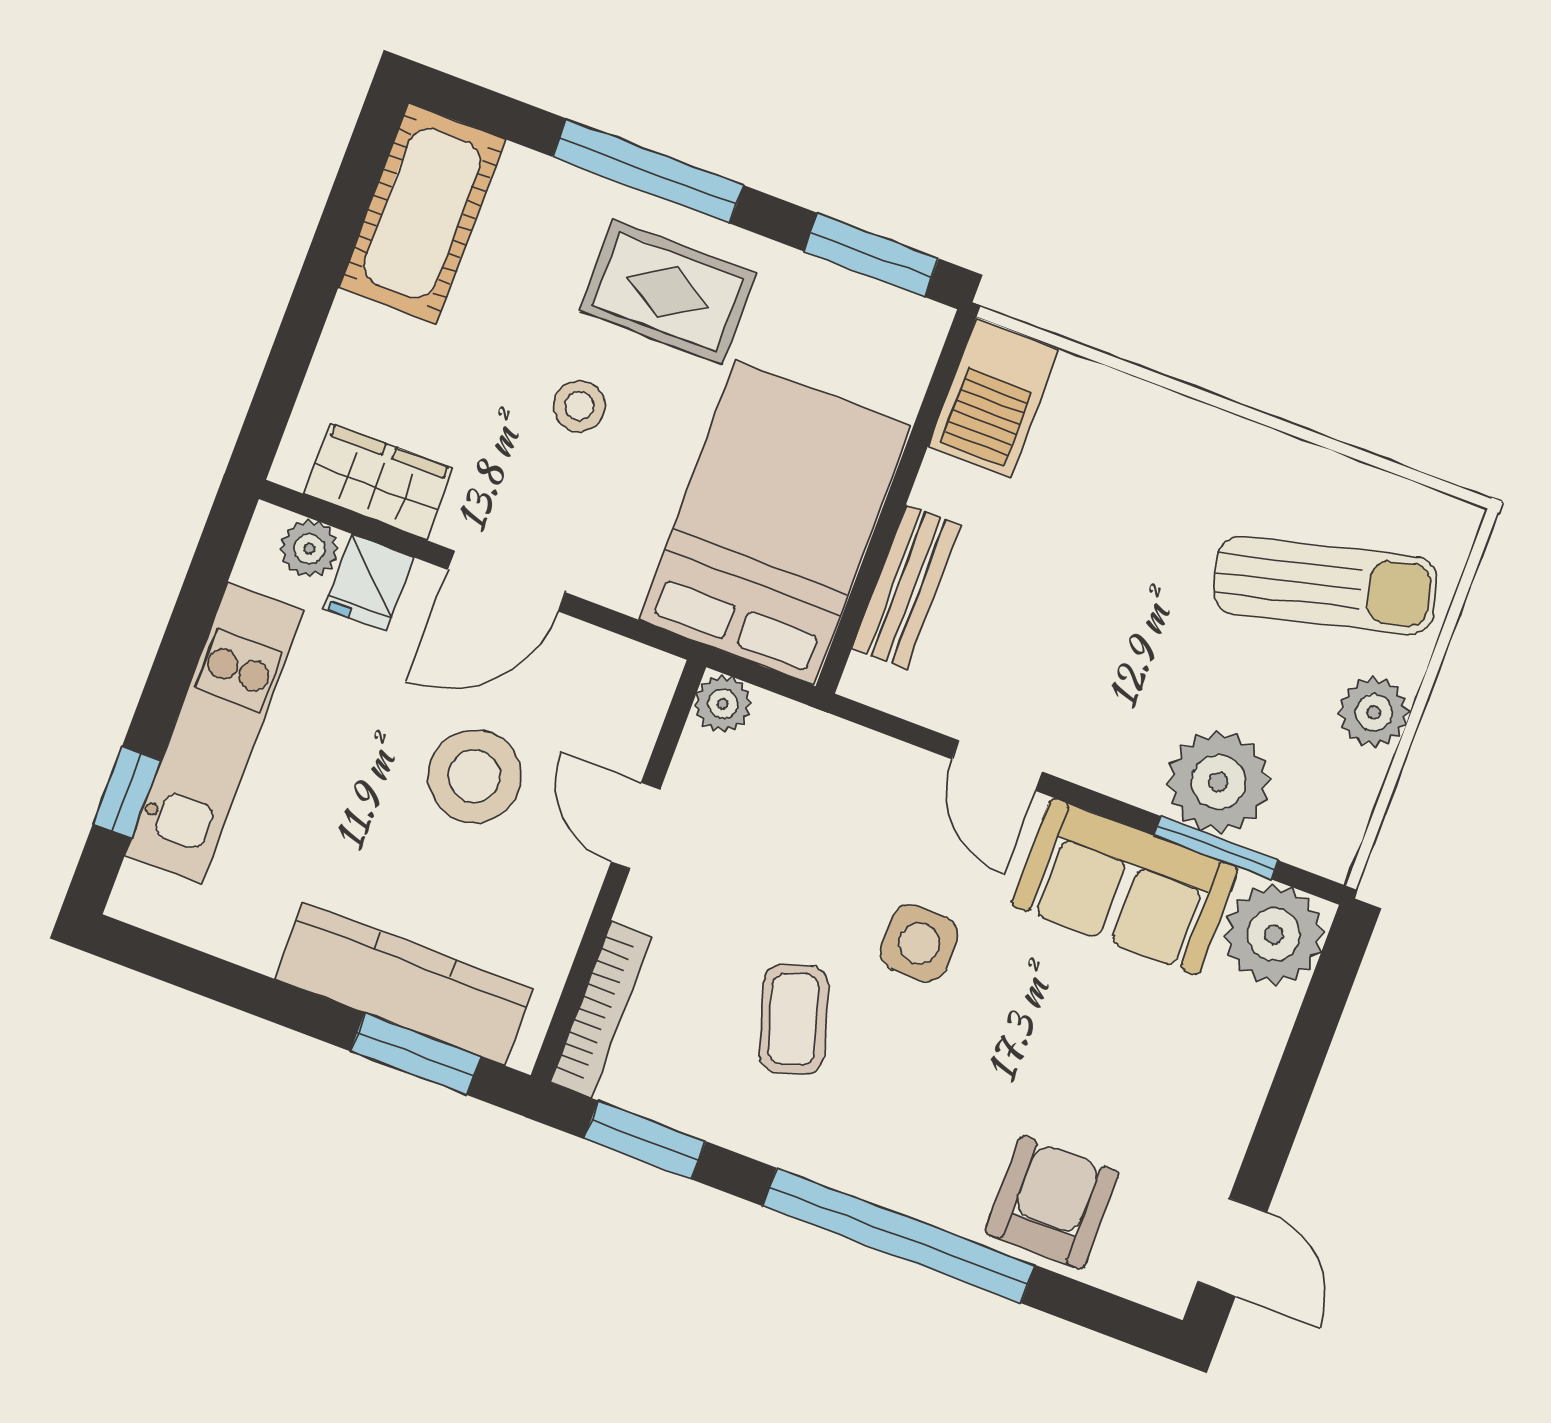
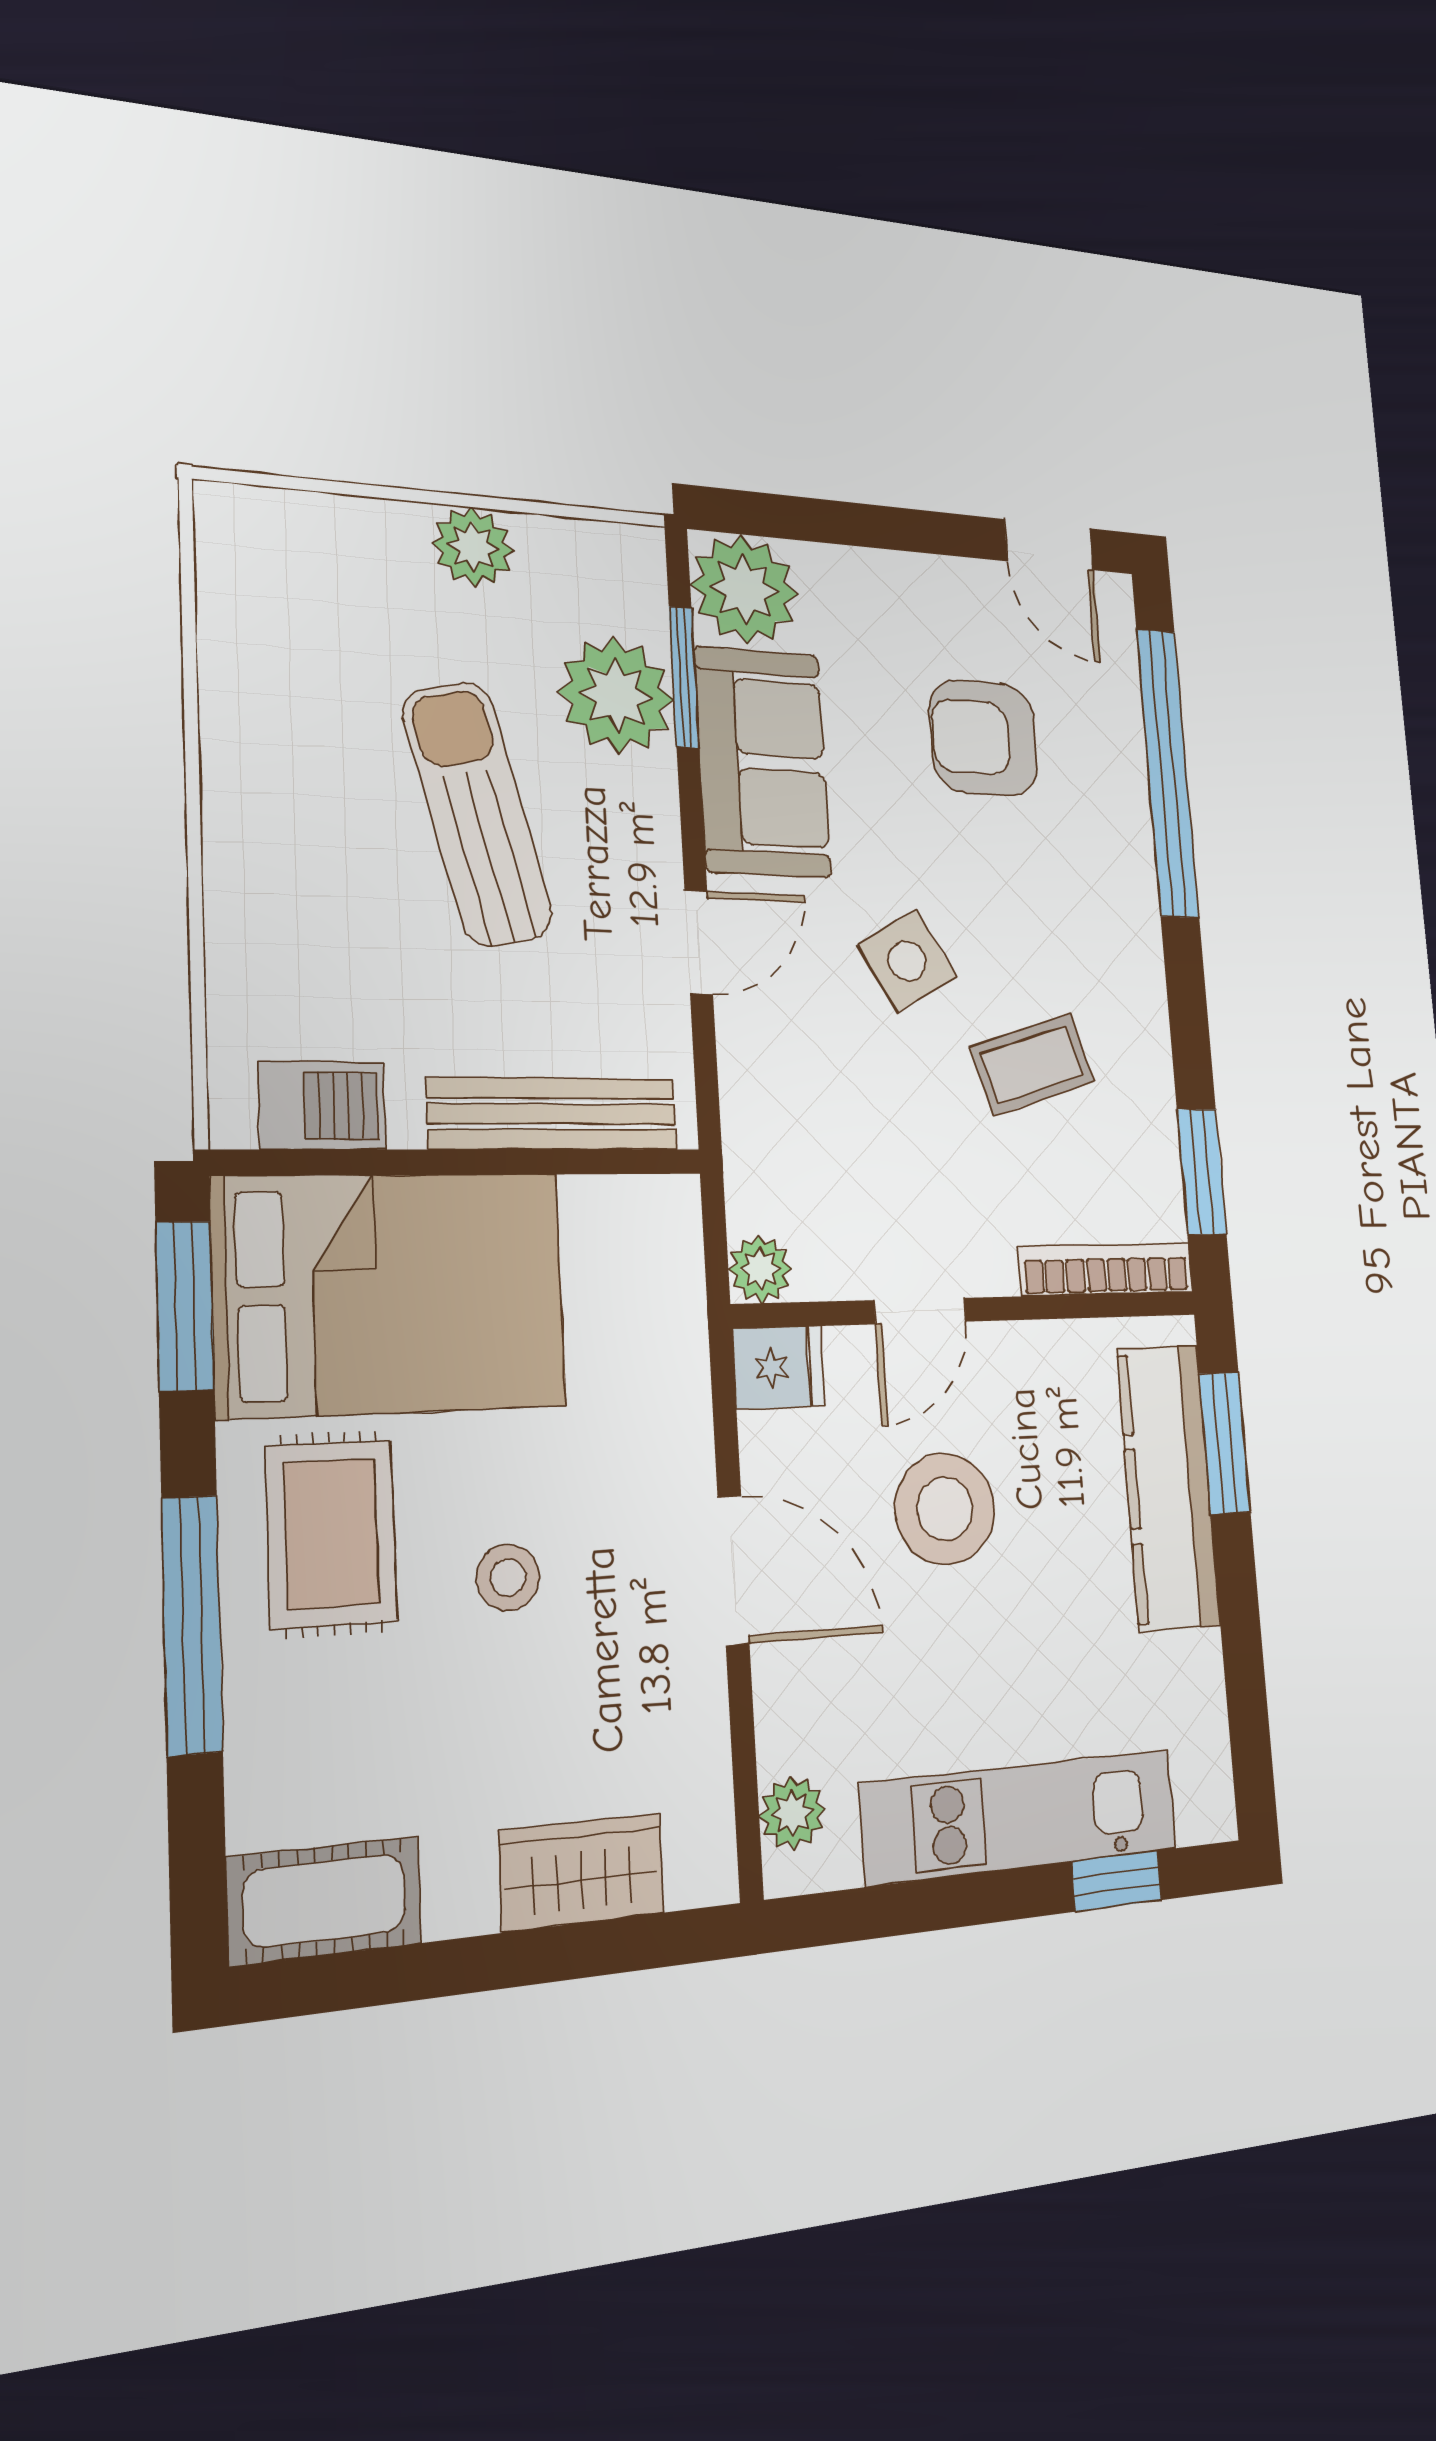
cot: (422, 213) -> (325, 1901), width x0.73, depth x0.75
barbecue: (993, 398) -> (322, 1105), width x0.73, depth x0.79
wardrobe: (378, 481) -> (582, 1872), moved, turned 90
bed: (775, 523) -> (391, 1293), moved, turned 180
fridge: (369, 583) -> (779, 1367), moved
sun lounger: (1325, 585) -> (478, 814), moved
bench: (906, 587) -> (553, 1114), width x1.36
side table: (919, 943) -> (907, 961), turned -30
armchair: (1052, 1202) -> (984, 738), moved
window: (899, 1235) -> (1168, 773), moved
door: (1232, 1247) -> (1049, 545), swing flipped

